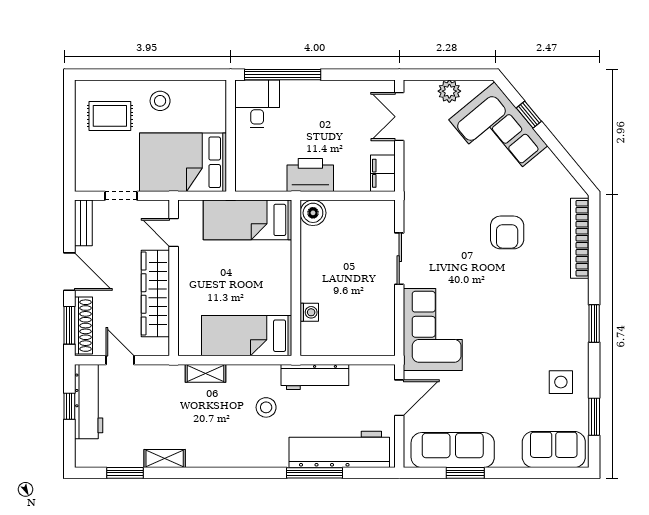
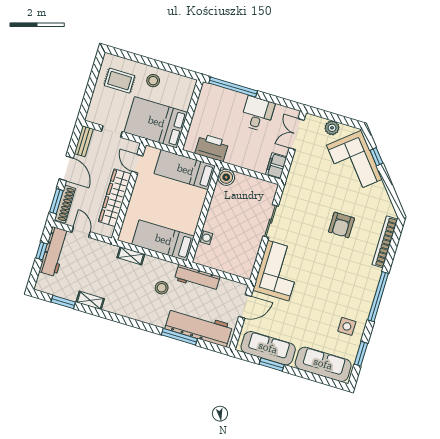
desk: (257, 104) -> (258, 114), moved
printer: (310, 175) -> (212, 148), moved
window: (594, 323) -> (378, 297), width x2.11
sofa: (554, 450) -> (323, 364), width x1.36

